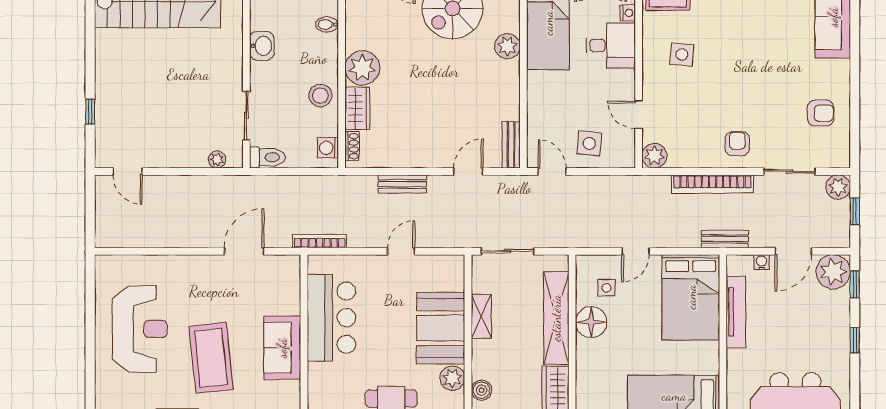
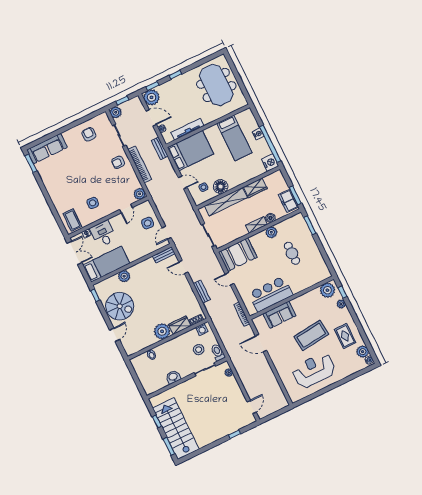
stool: (320, 96) -> (199, 350), moved
shelving: (481, 317) -> (256, 225), moved
booth: (441, 328) -> (238, 255), moved
sofa: (282, 348) -> (280, 315), moved

